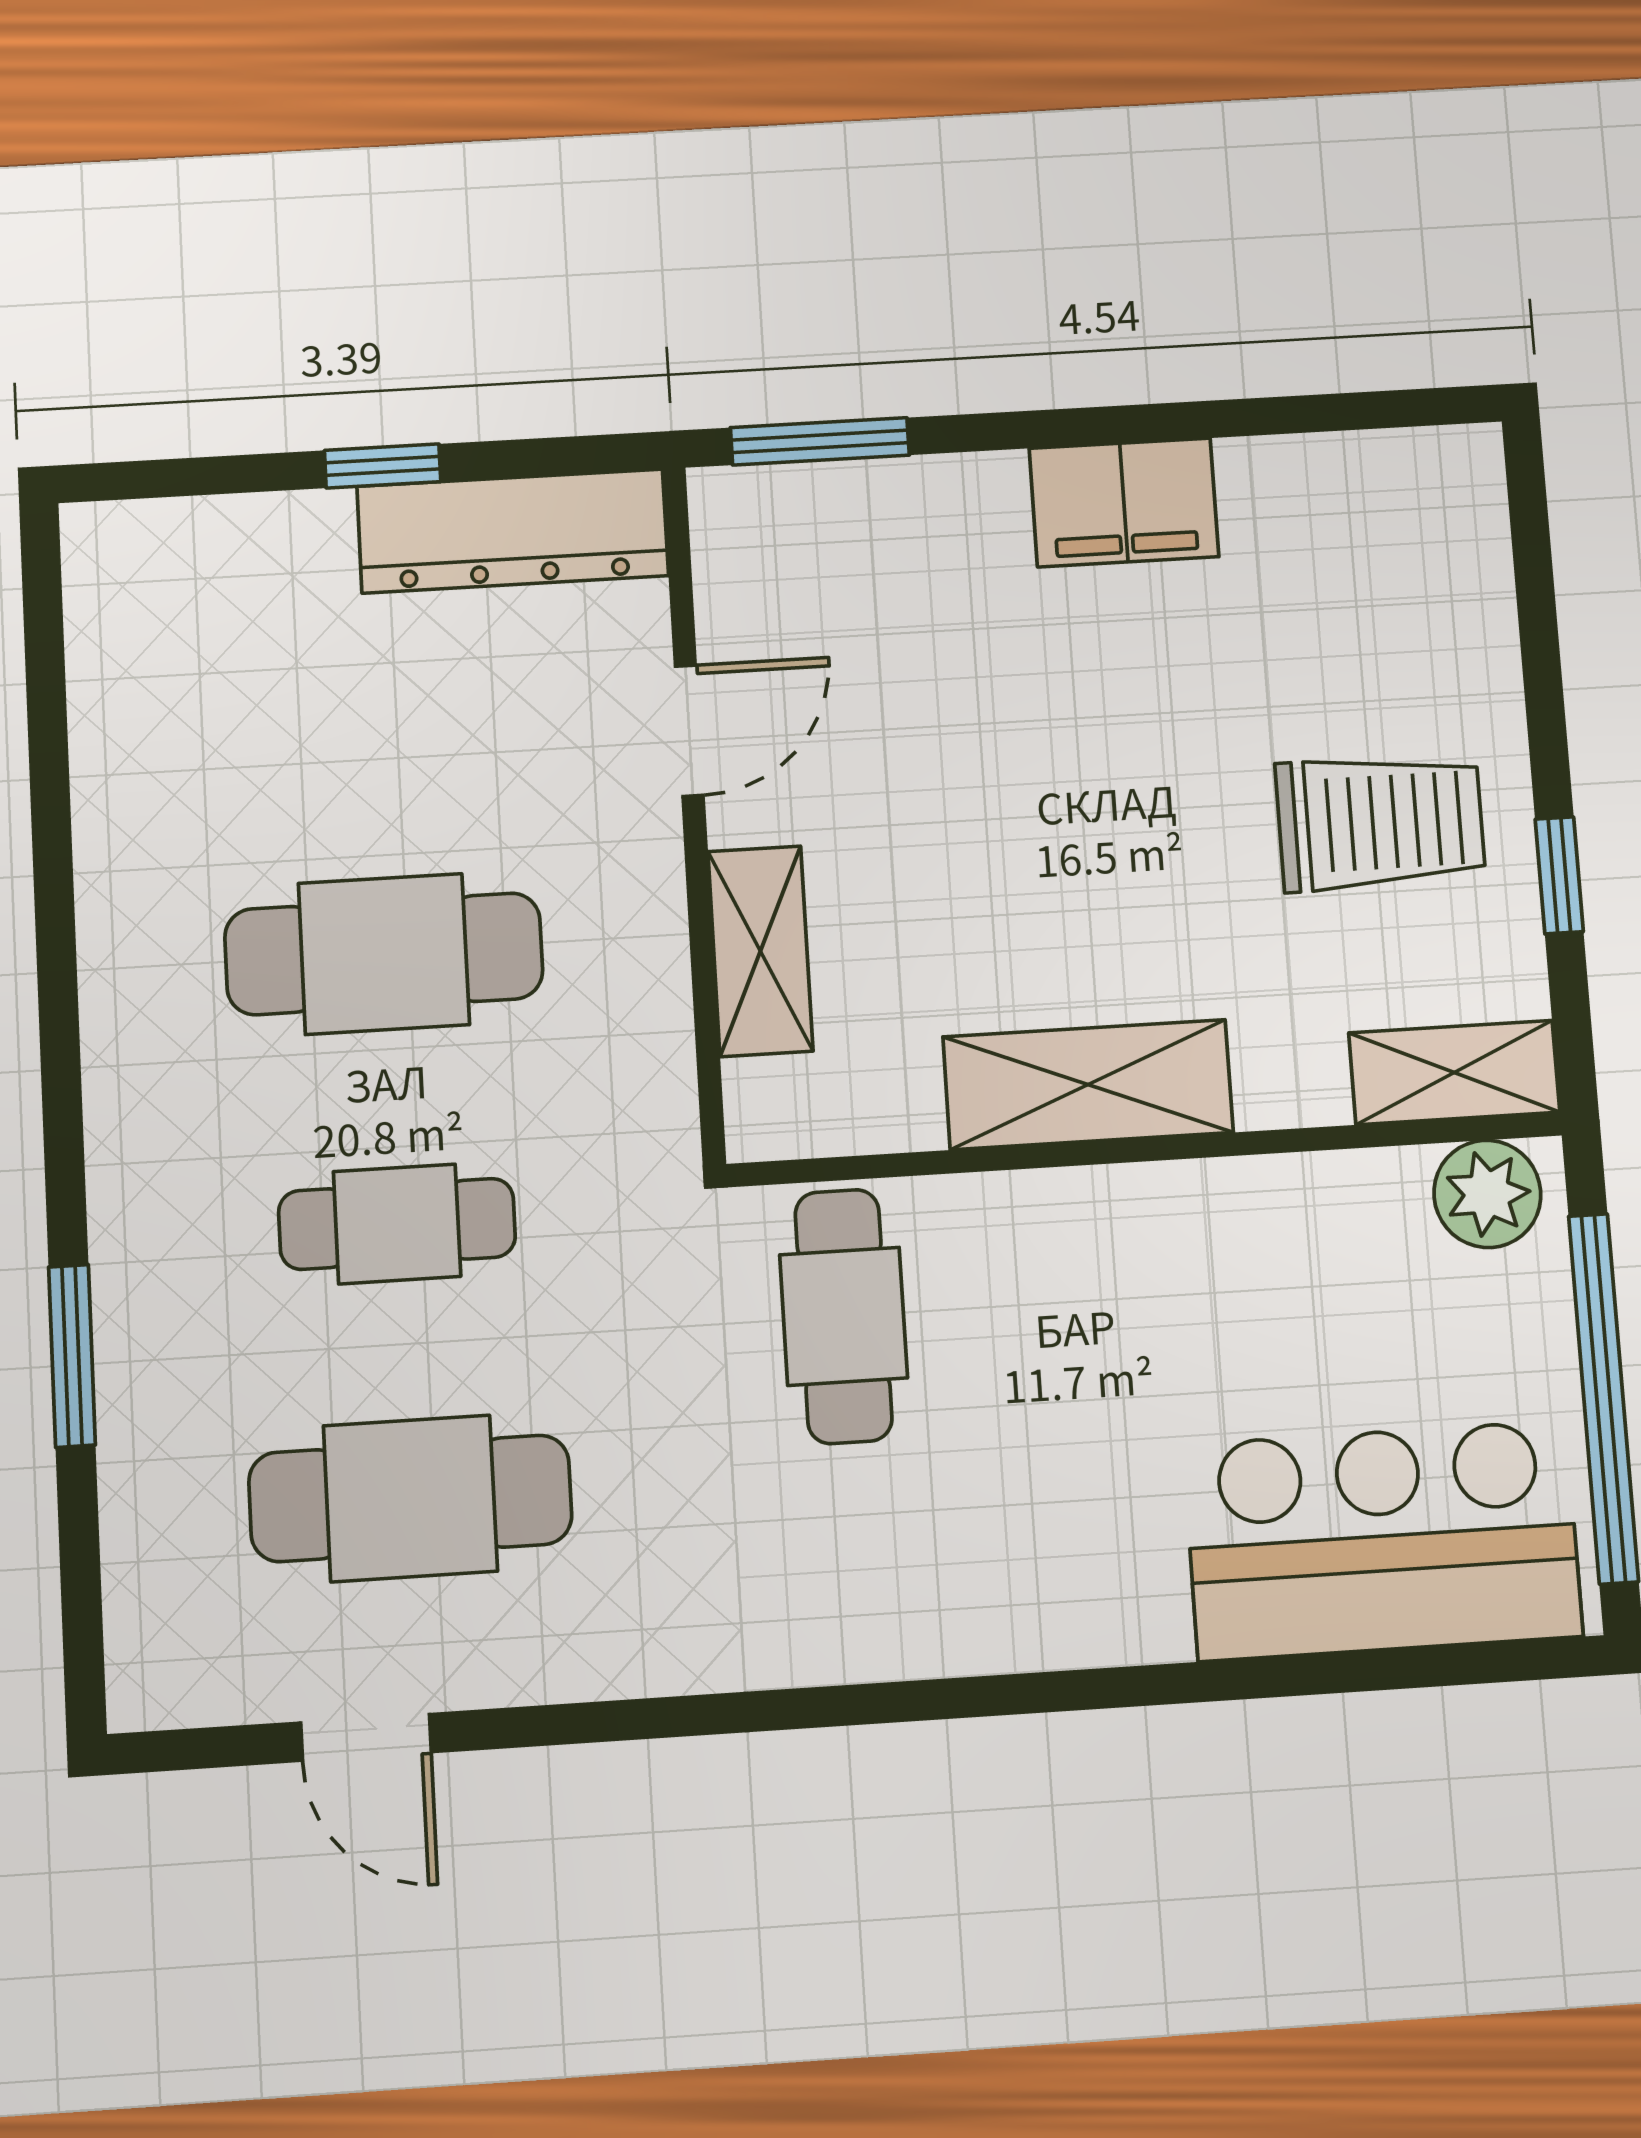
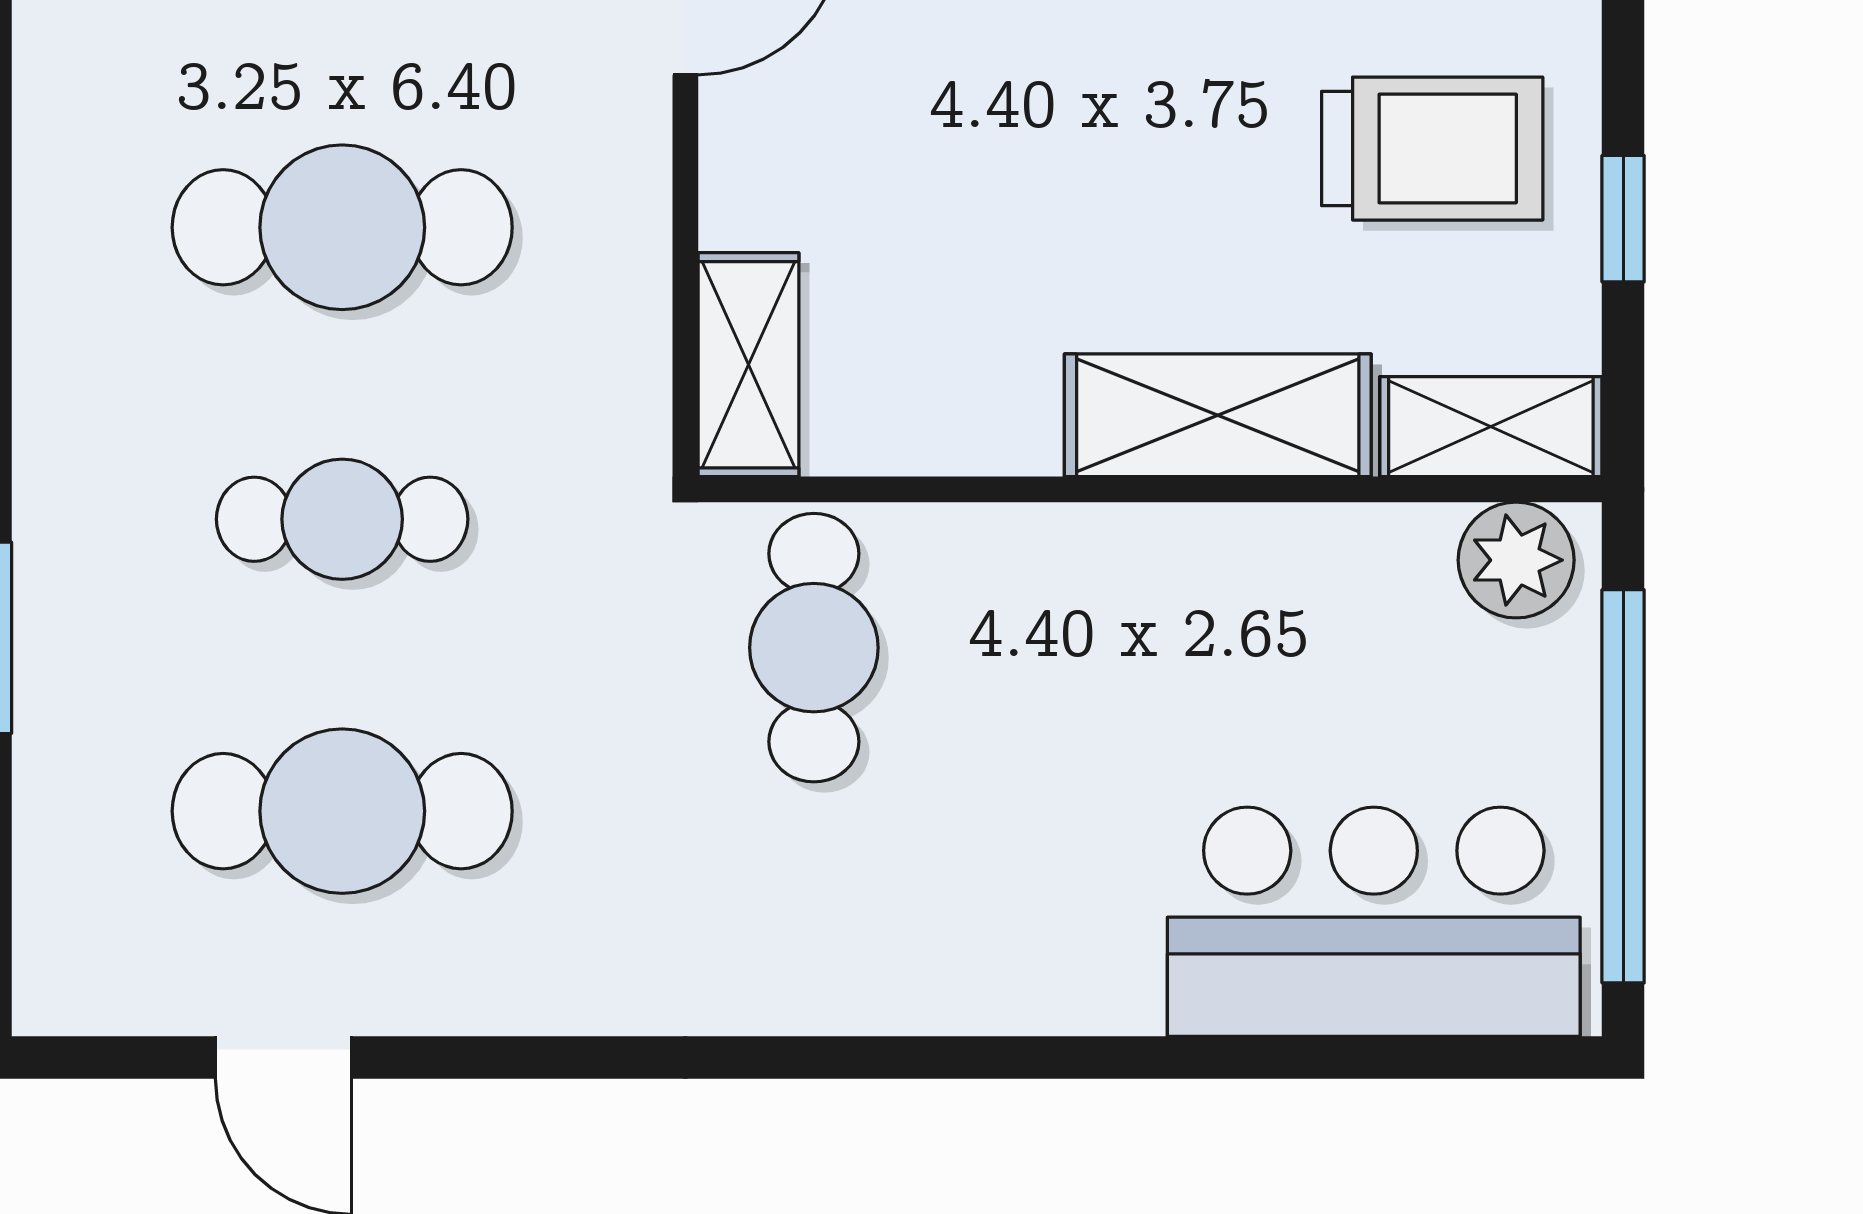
shelving: (760, 951) -> (748, 365), moved
shelving: (1088, 1085) -> (1218, 415), moved

